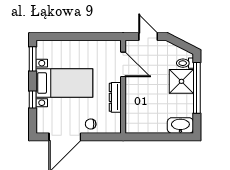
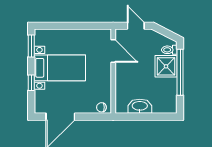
dresser: (115, 97) -> (106, 81), removed
chair: (91, 124) -> (101, 107), moved
washbasin: (180, 125) -> (140, 106), moved

